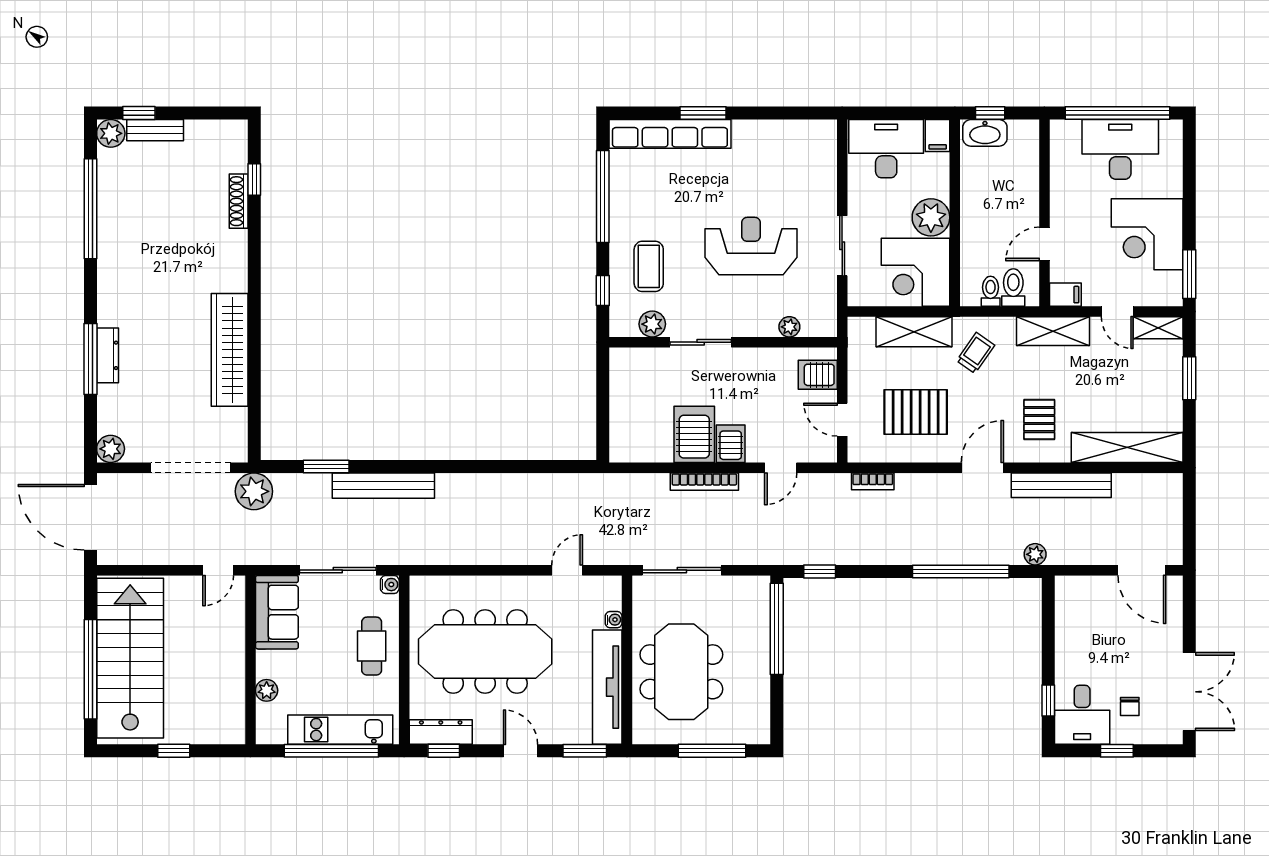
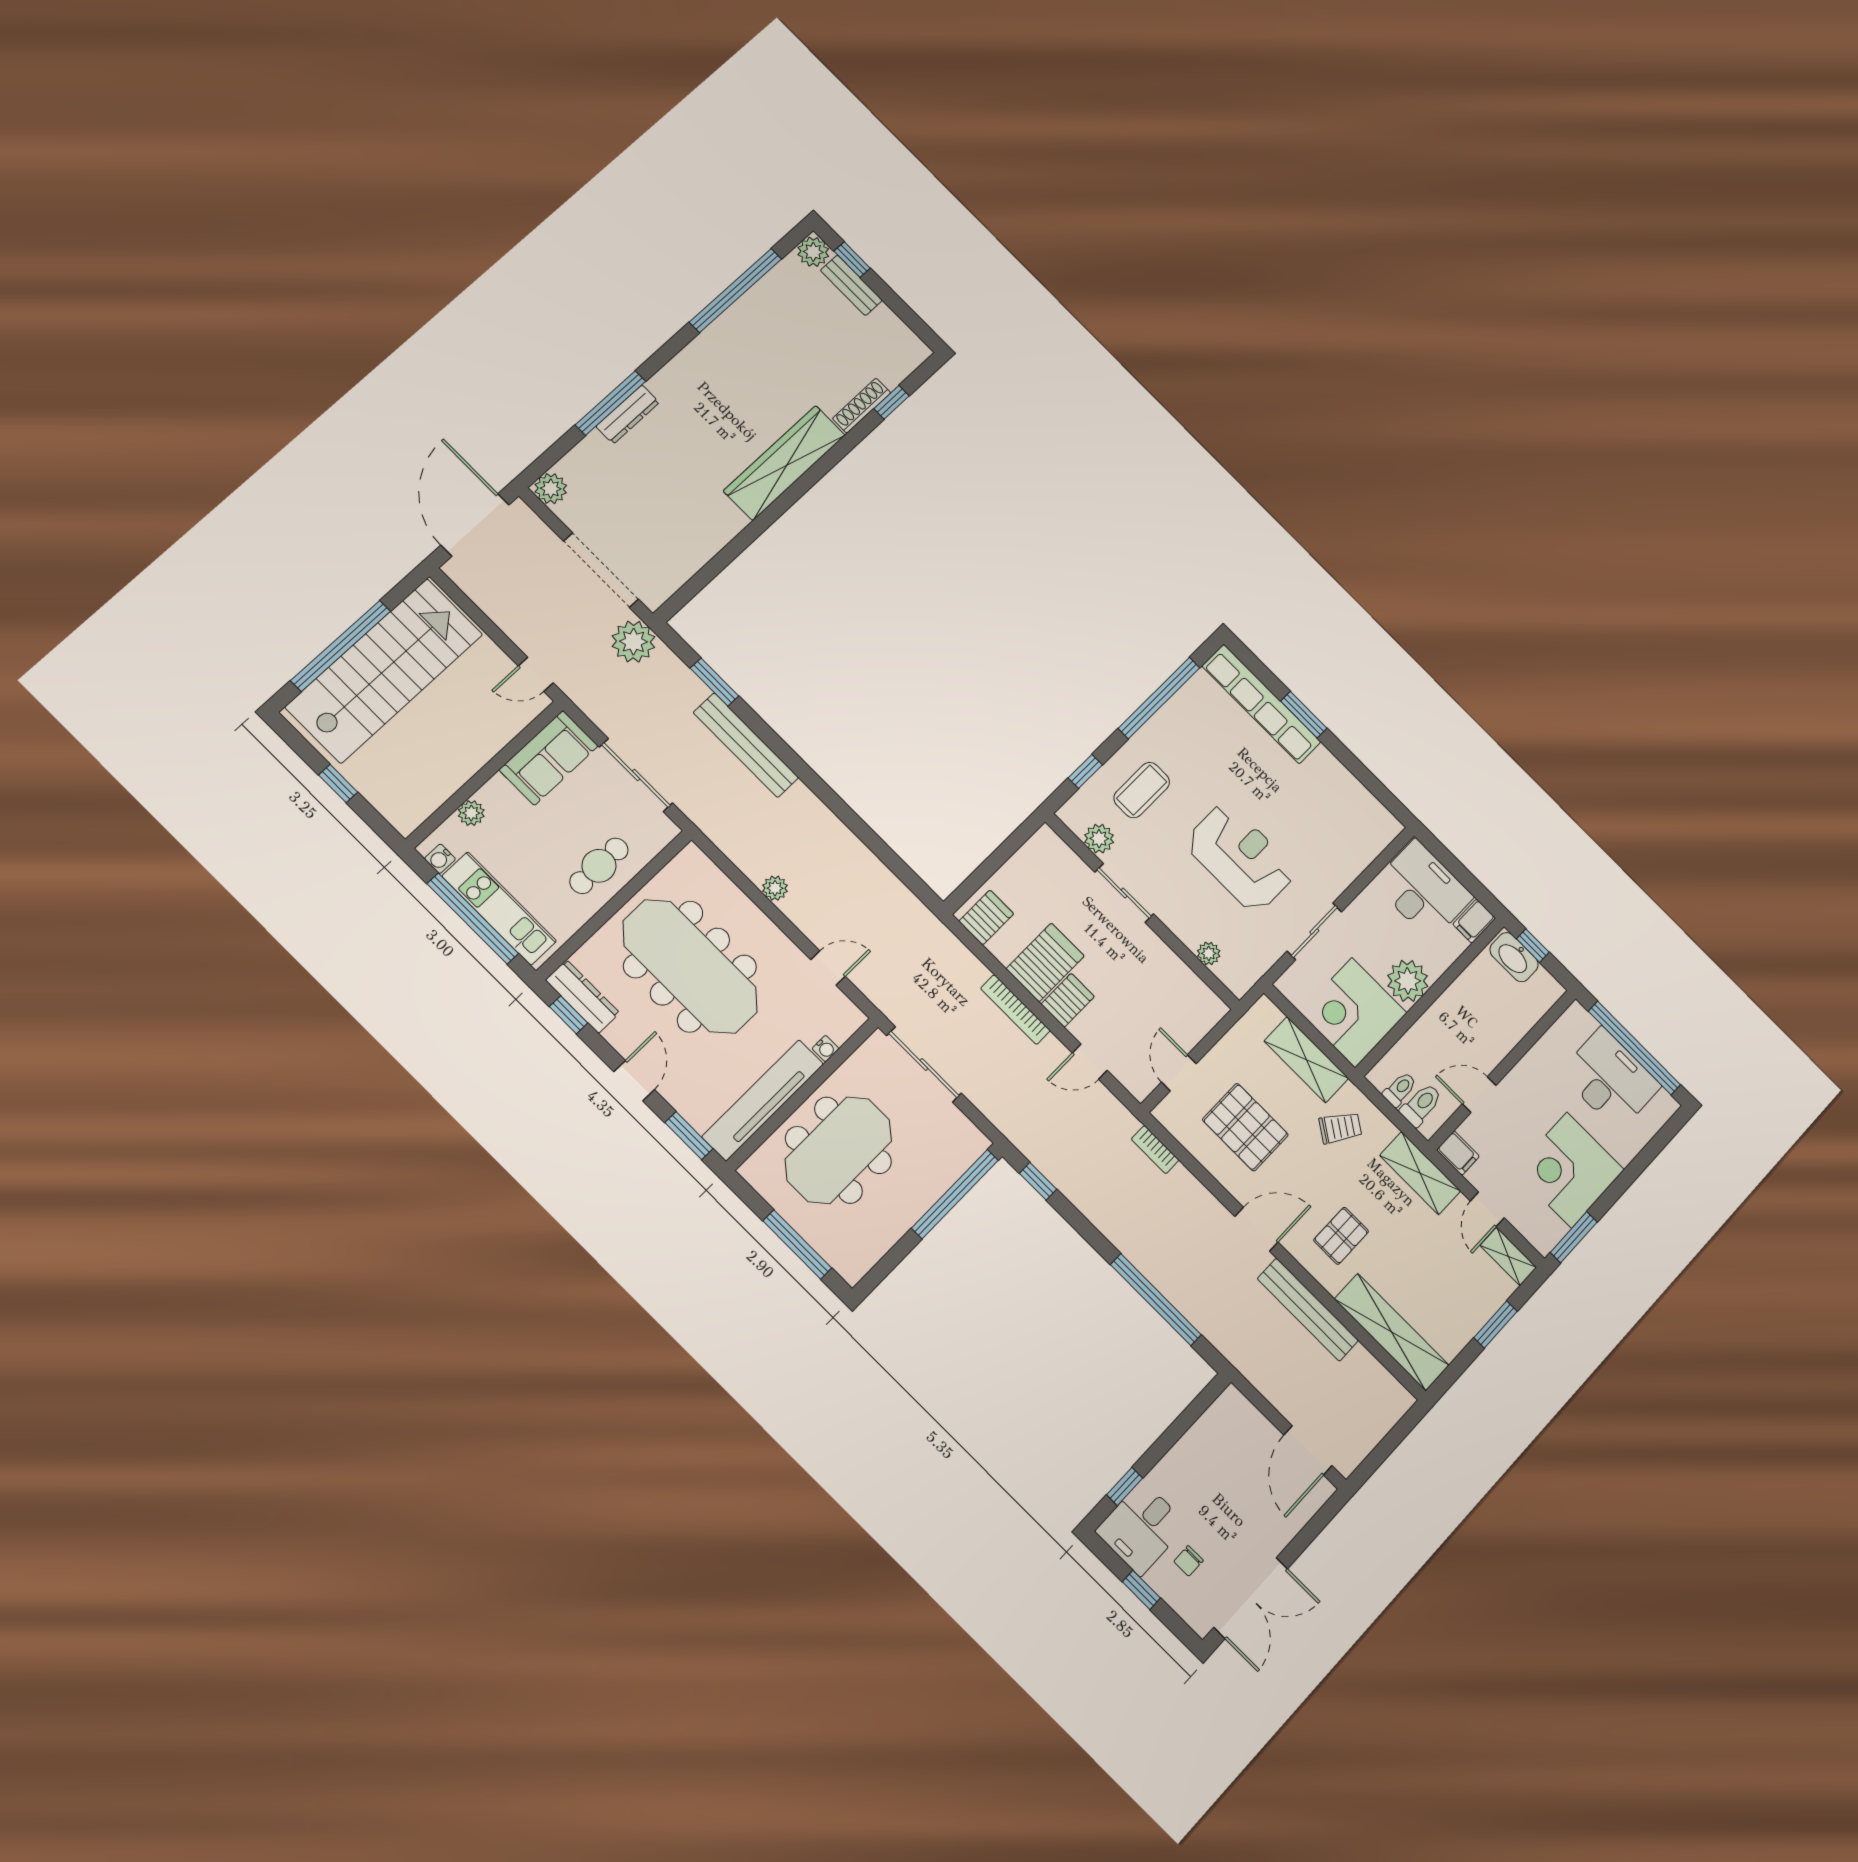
wardrobe: (230, 350) -> (784, 463), moved
server rack: (818, 375) -> (986, 917), moved, turned 90
plant: (1035, 554) -> (775, 888), moved
water cooler: (390, 585) -> (440, 859), moved, turned 90

